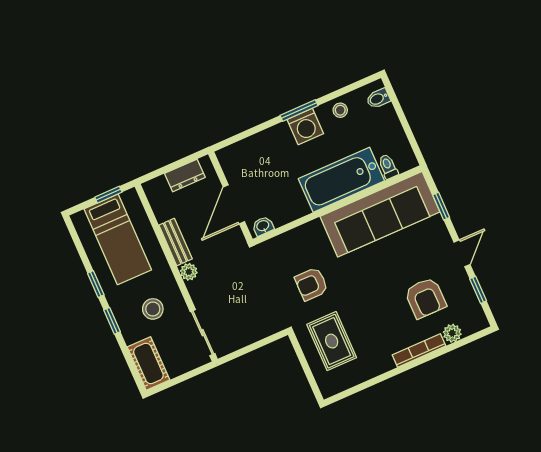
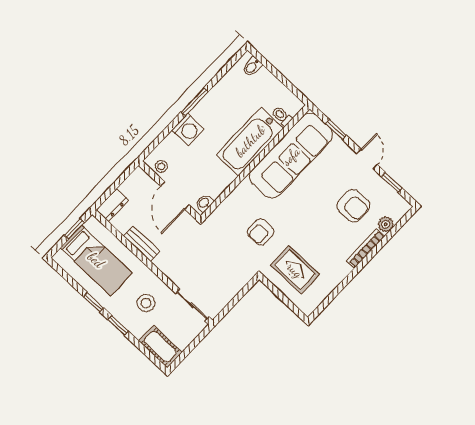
stool: (340, 110) -> (161, 166), moved
washing machine: (305, 127) -> (188, 130), moved
dresser: (185, 175) -> (112, 205), moved
plant: (189, 272) -> (162, 262), removed

